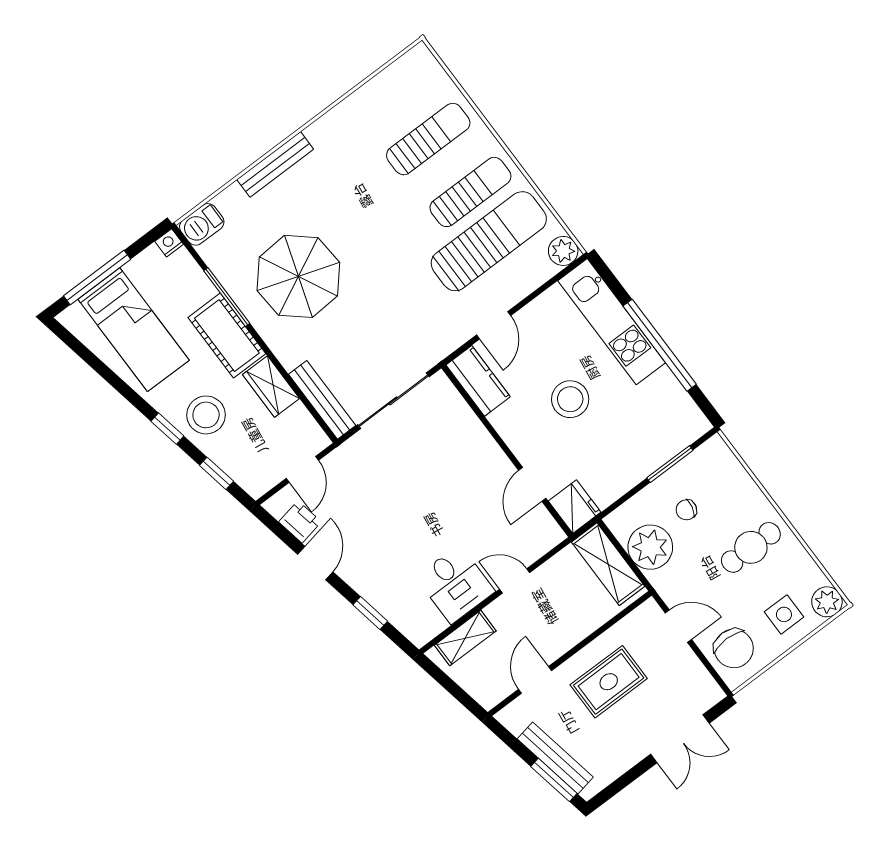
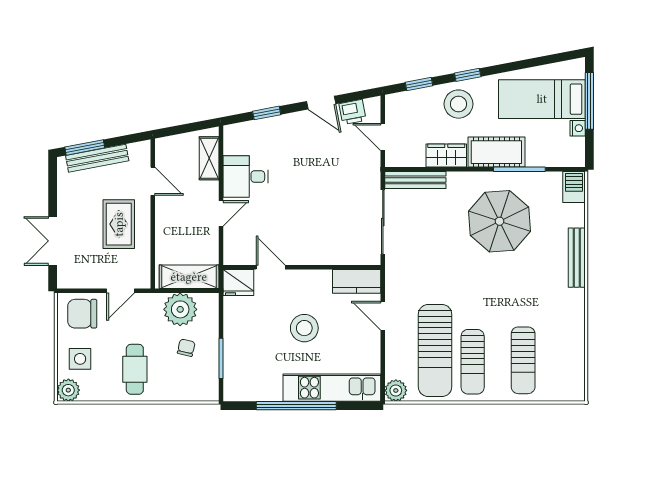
nightstand: (169, 243) -> (578, 128), moved

